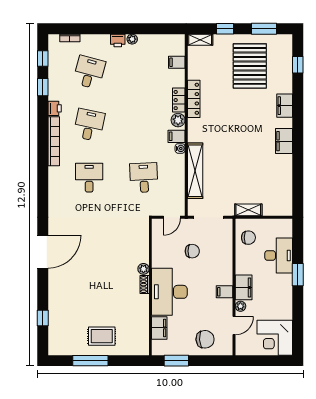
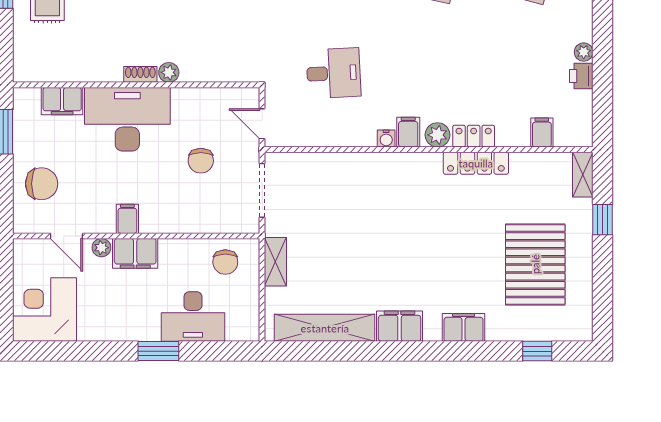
window: (264, 29) -> (602, 290), removed
printer: (118, 40) -> (581, 76), moved
pallet: (250, 66) -> (535, 264), turned 90
shelving: (195, 171) -> (325, 328), moved
chair: (205, 339) -> (42, 184), turned -86

